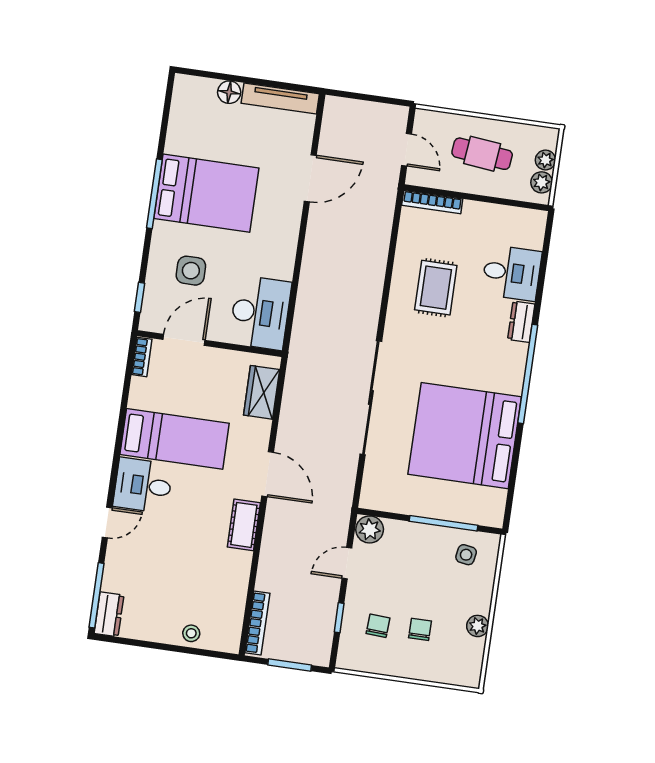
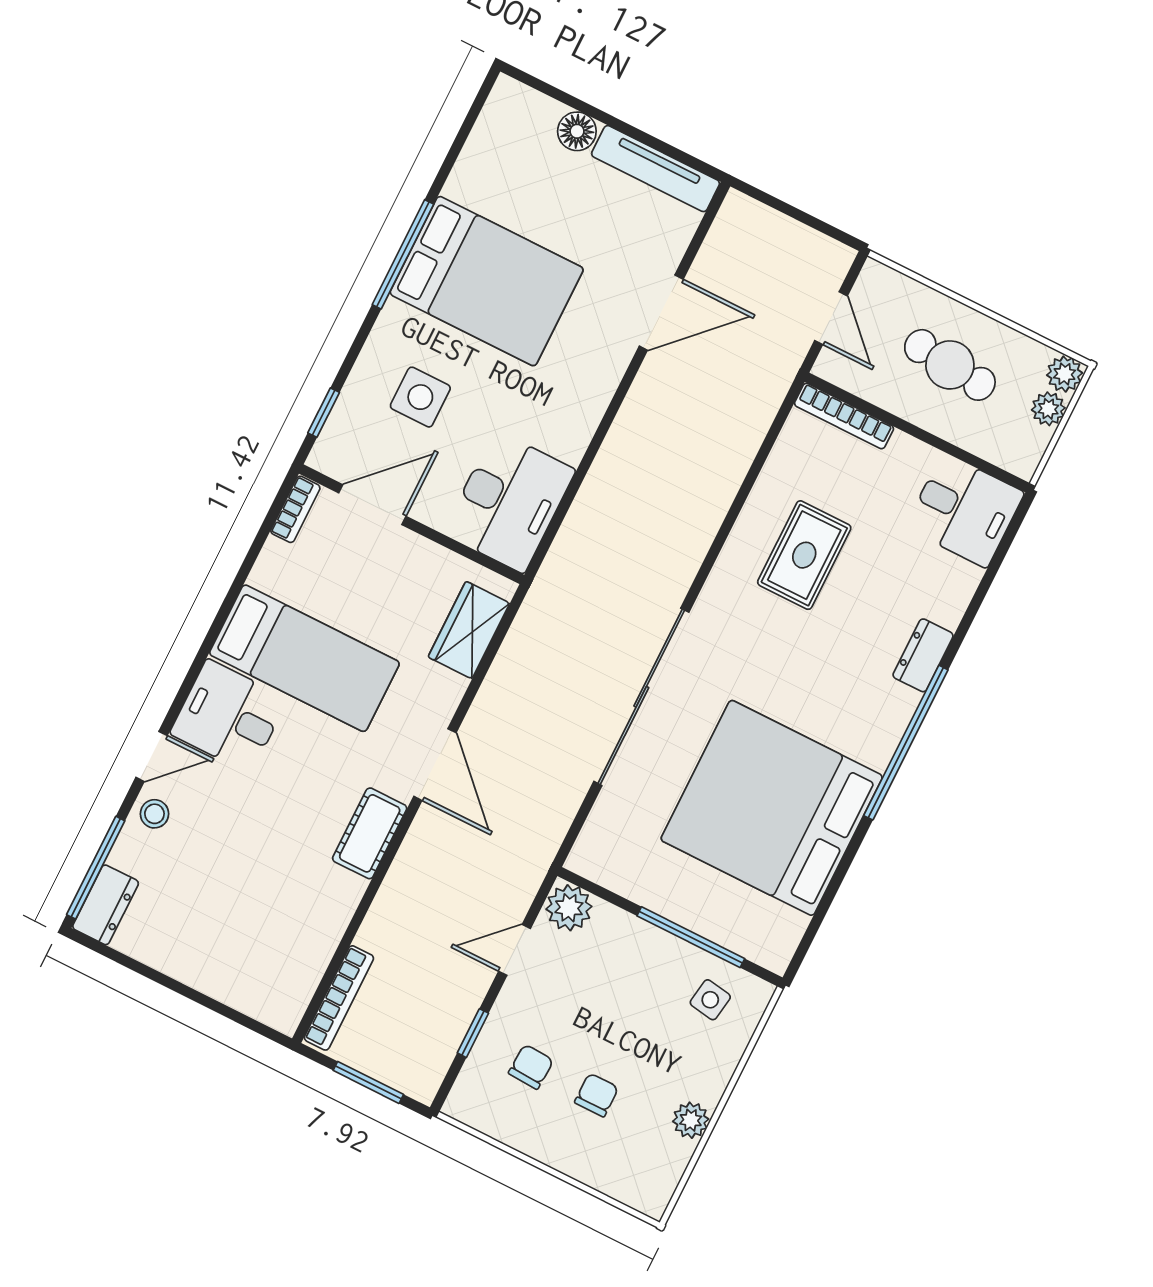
plant: (542, 182) -> (1065, 374), moved
desk: (512, 273) -> (965, 510), moved
stool: (191, 633) -> (154, 814), moved

